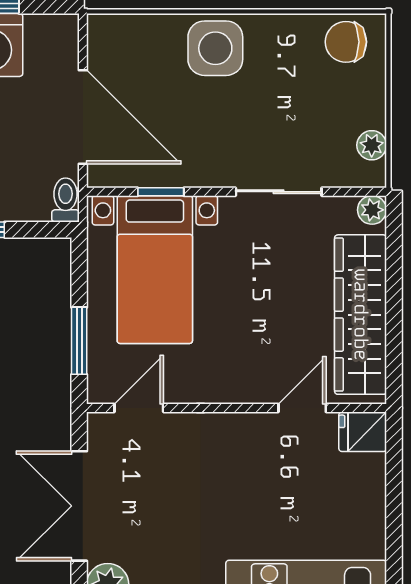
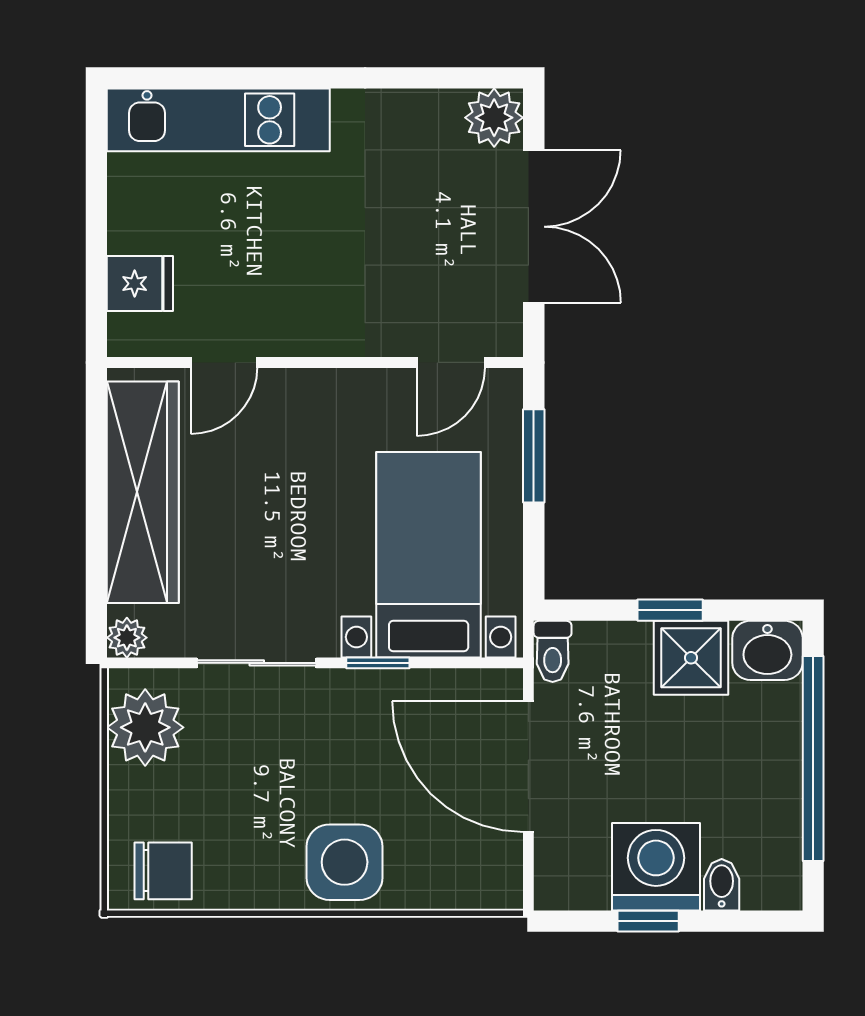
plant: (372, 145) -> (145, 727), width x1.88, depth x1.88
window: (161, 192) -> (378, 663), moved
fridge: (363, 432) -> (140, 284), moved

